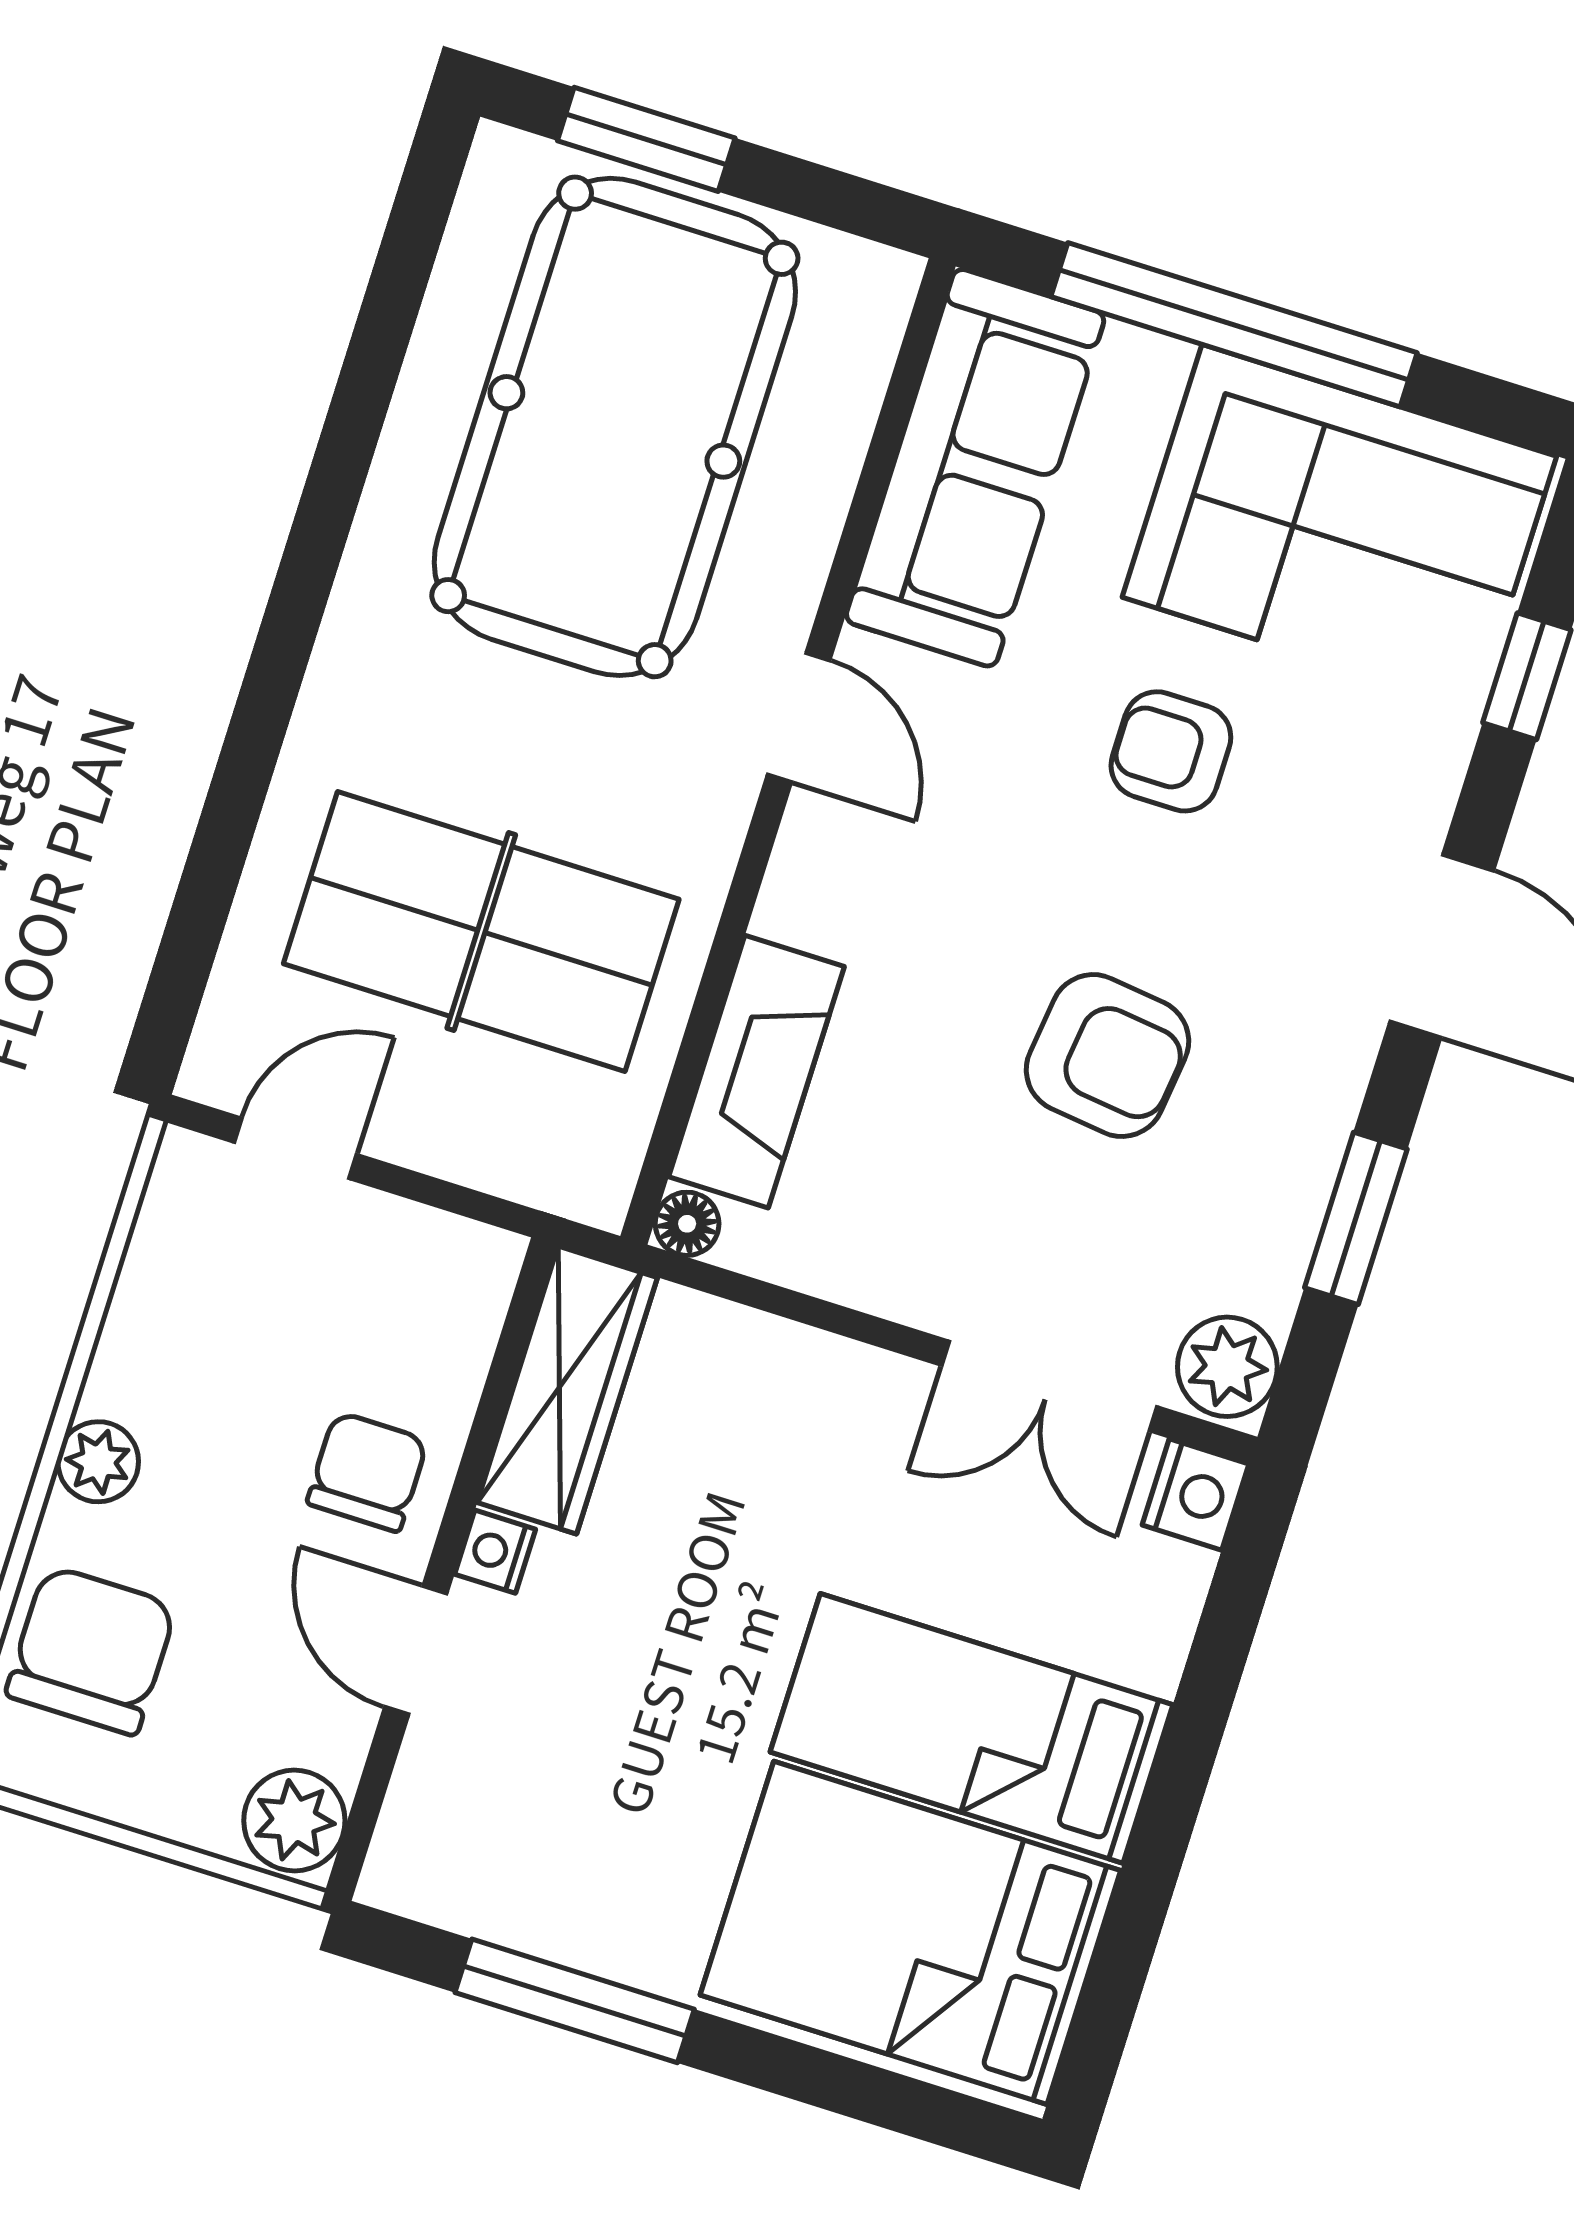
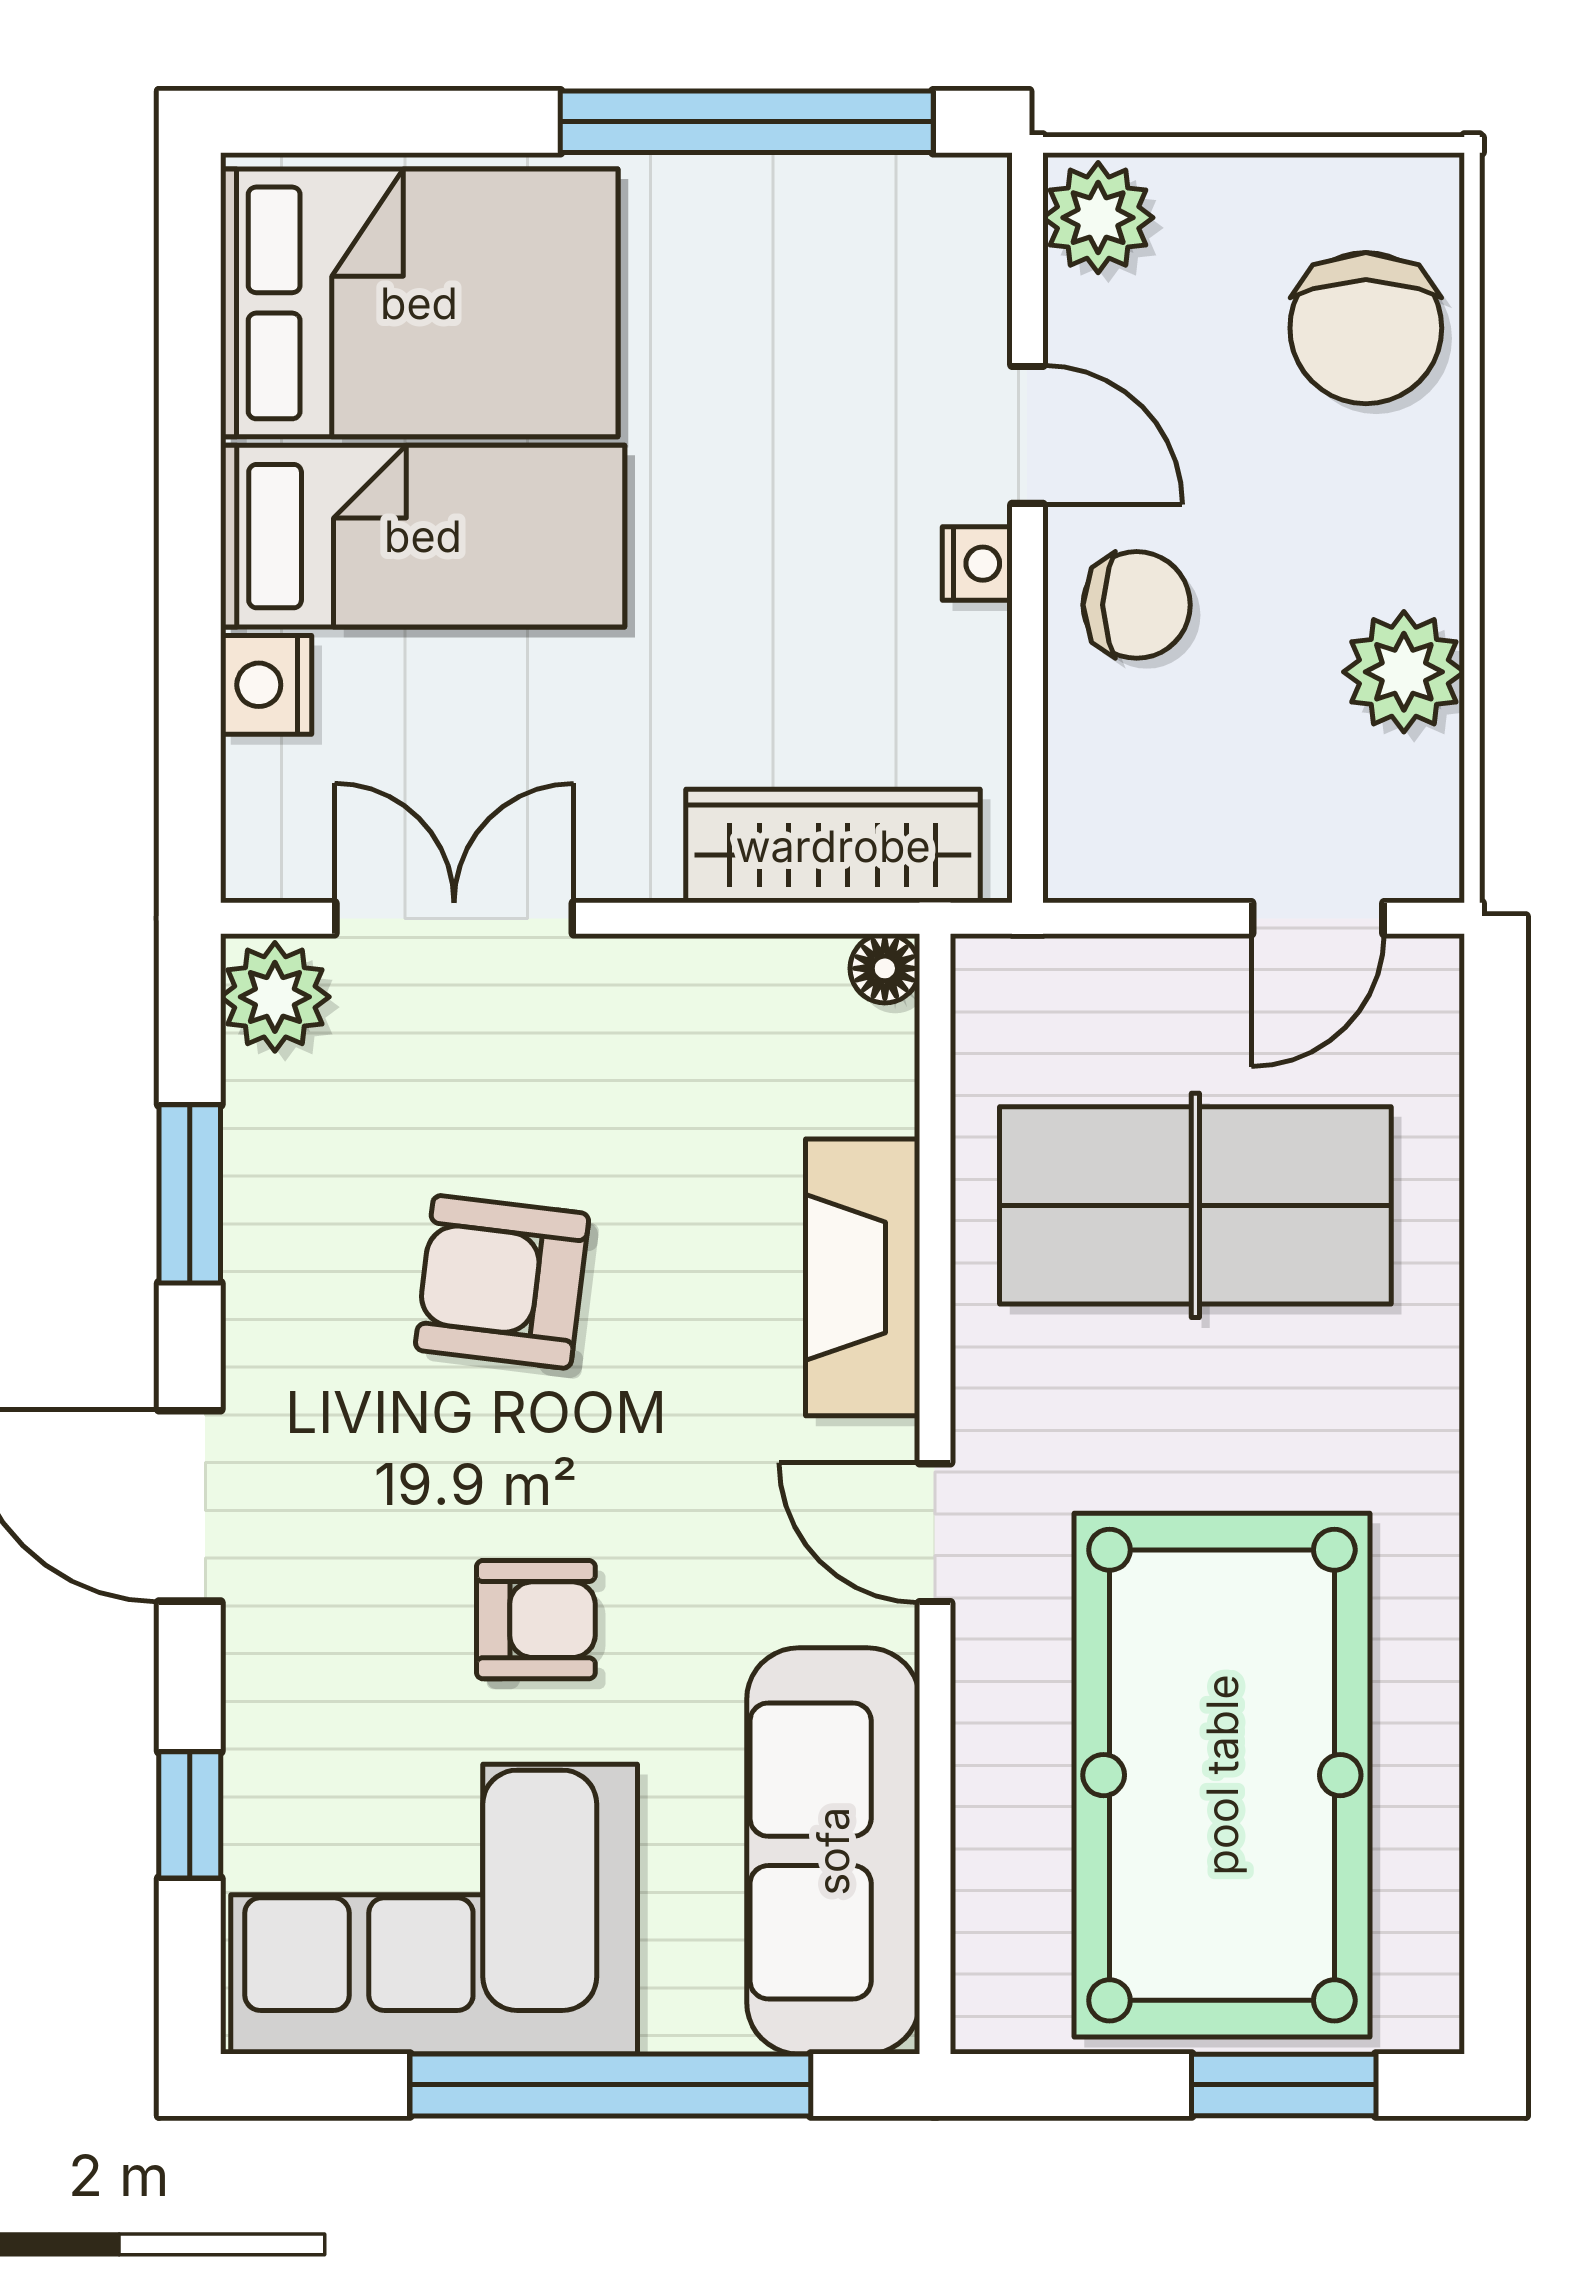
fireplace: (756, 1072) -> (863, 1277), moved
wardrobe: (567, 1390) -> (833, 846), moved, turned 90
plant: (98, 1462) -> (1404, 672), moved, width x1.38, depth x1.38
chair: (367, 1472) -> (1137, 605), turned -90
nightstand: (1196, 1494) -> (266, 685), moved
window: (575, 2001) -> (747, 122), width x1.46

